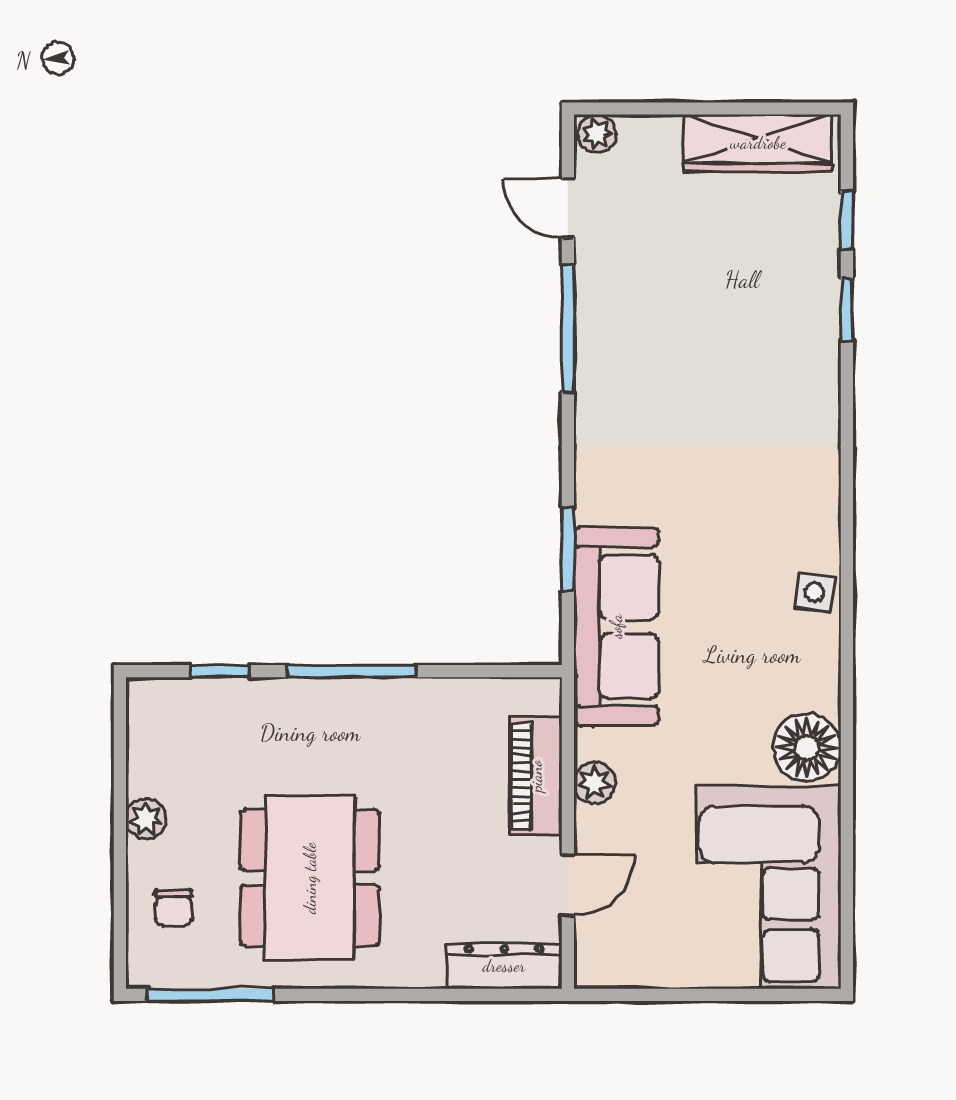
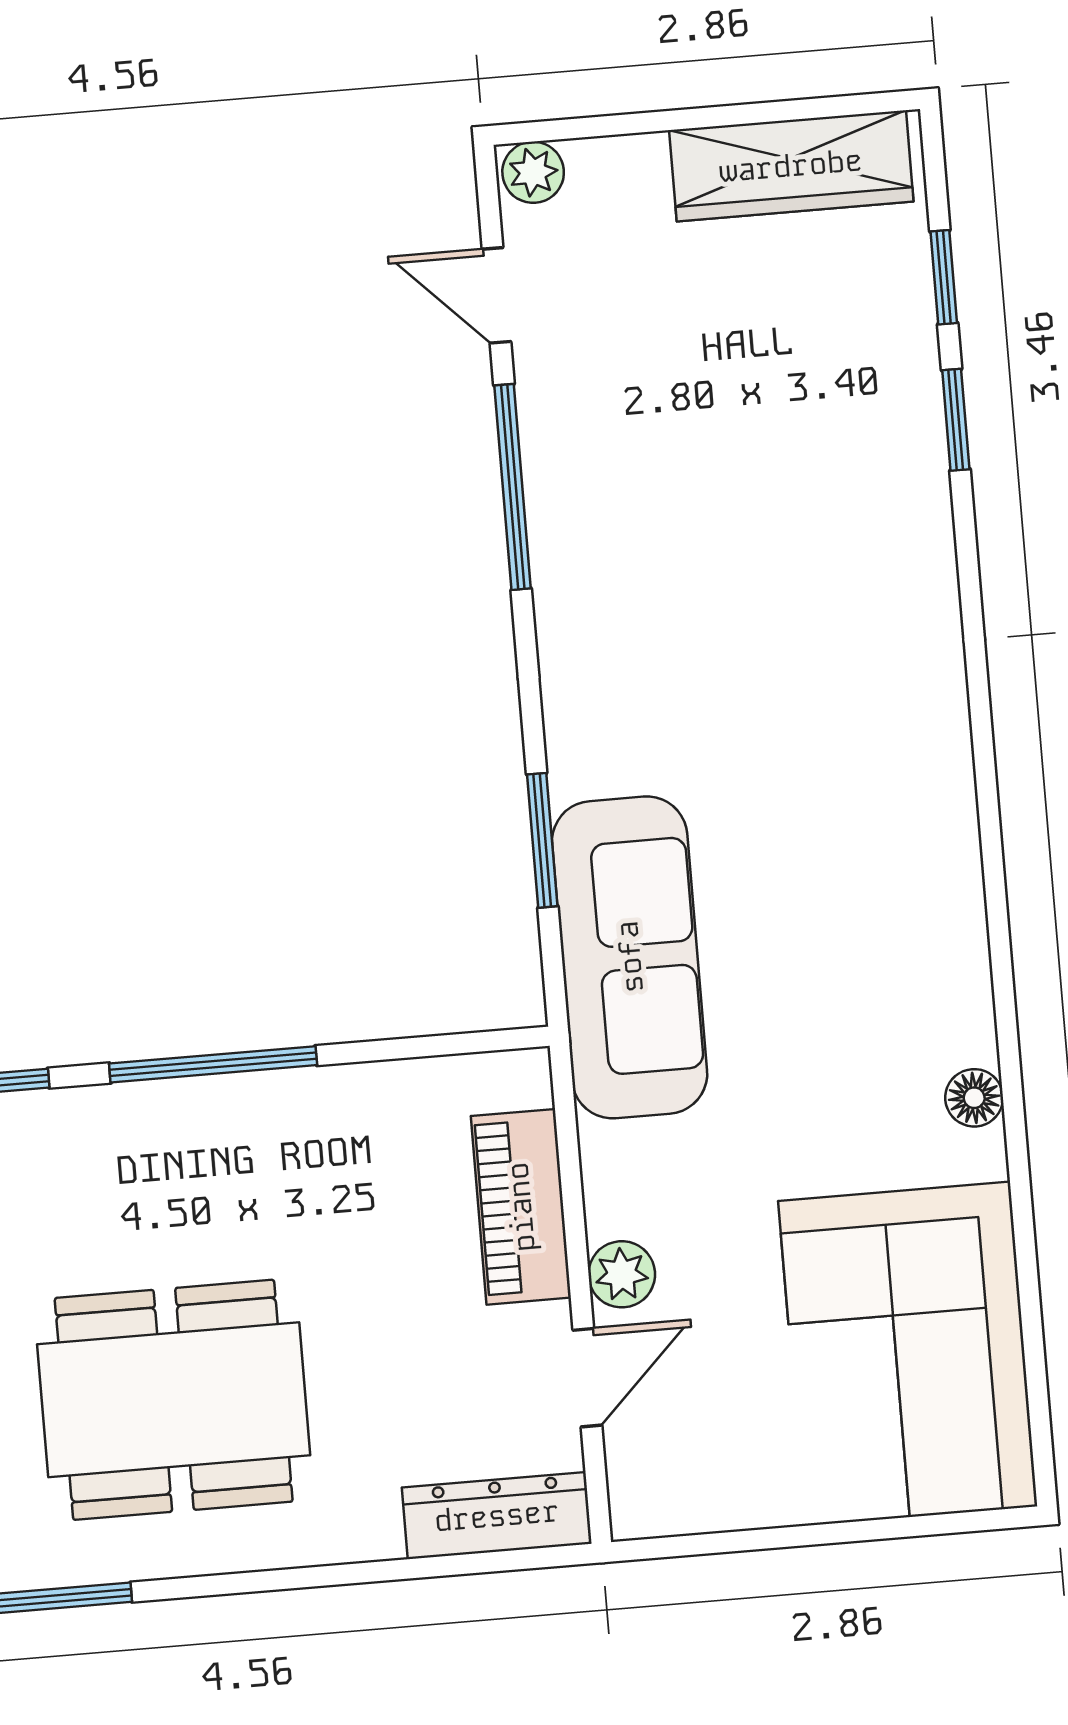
side table: (814, 592) -> (942, 875), removed
floor lamp: (807, 748) -> (974, 1098), width x0.53, depth x0.53
plant: (595, 783) -> (622, 1274), moved
dining table: (310, 878) -> (174, 1400), turned 90

